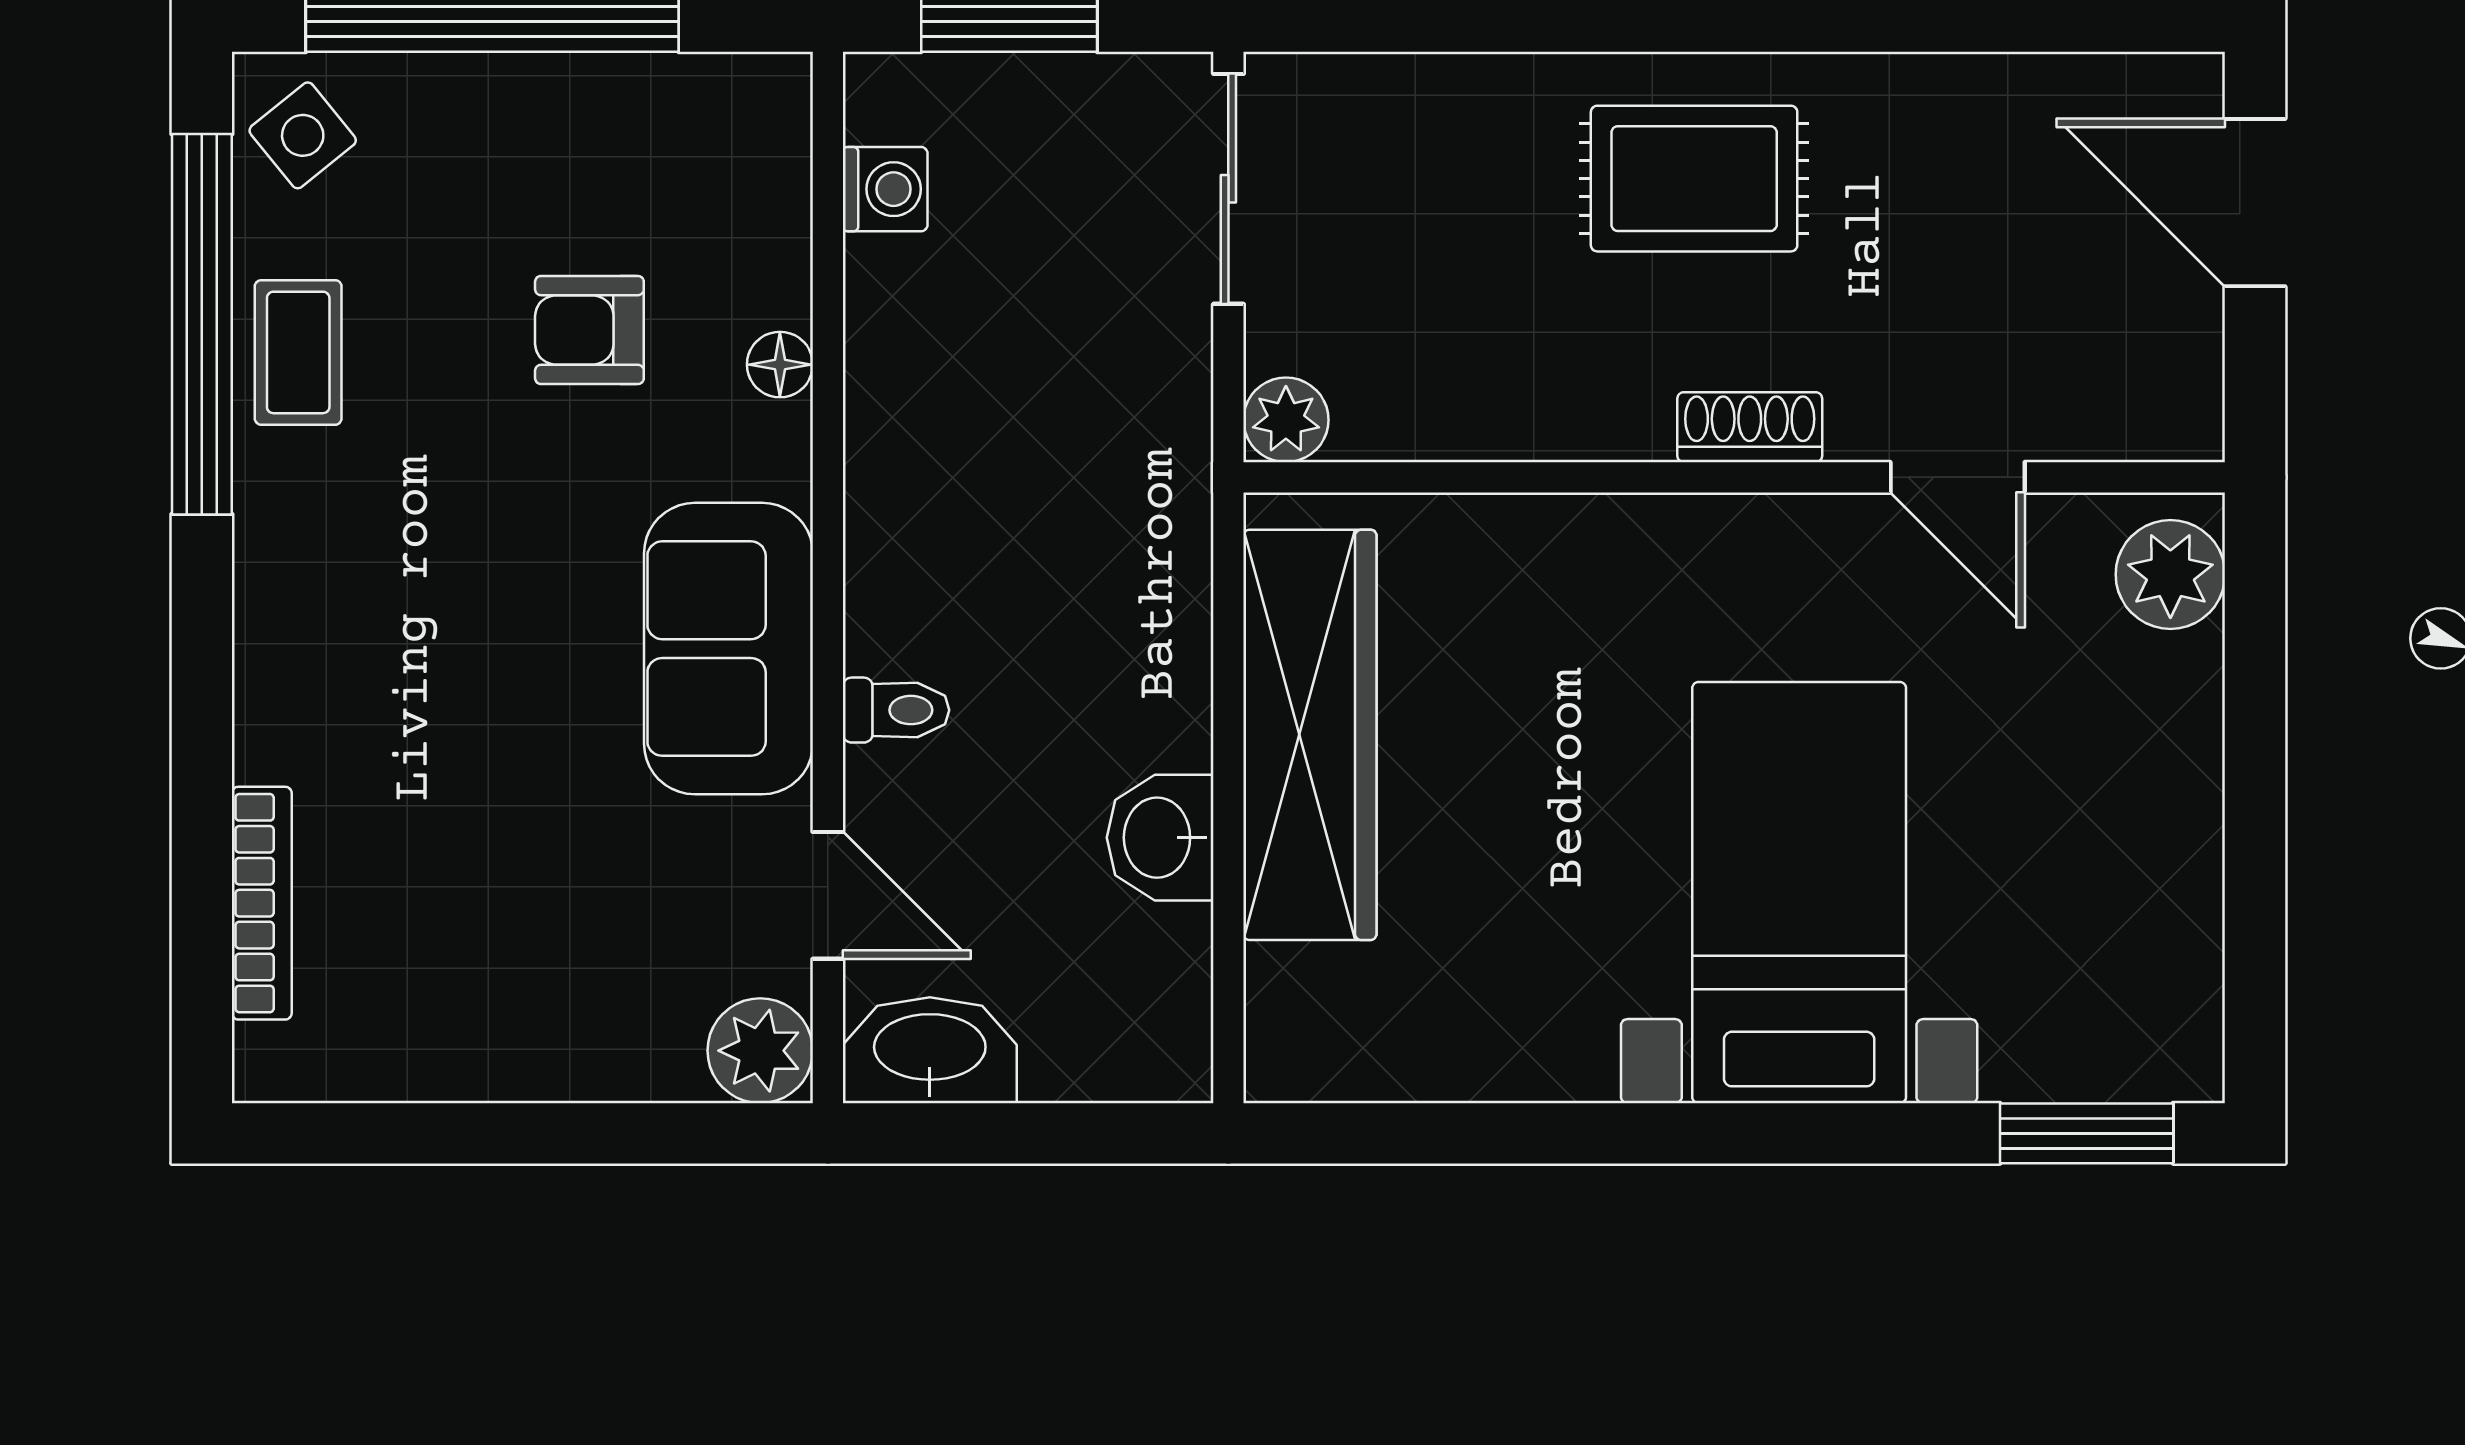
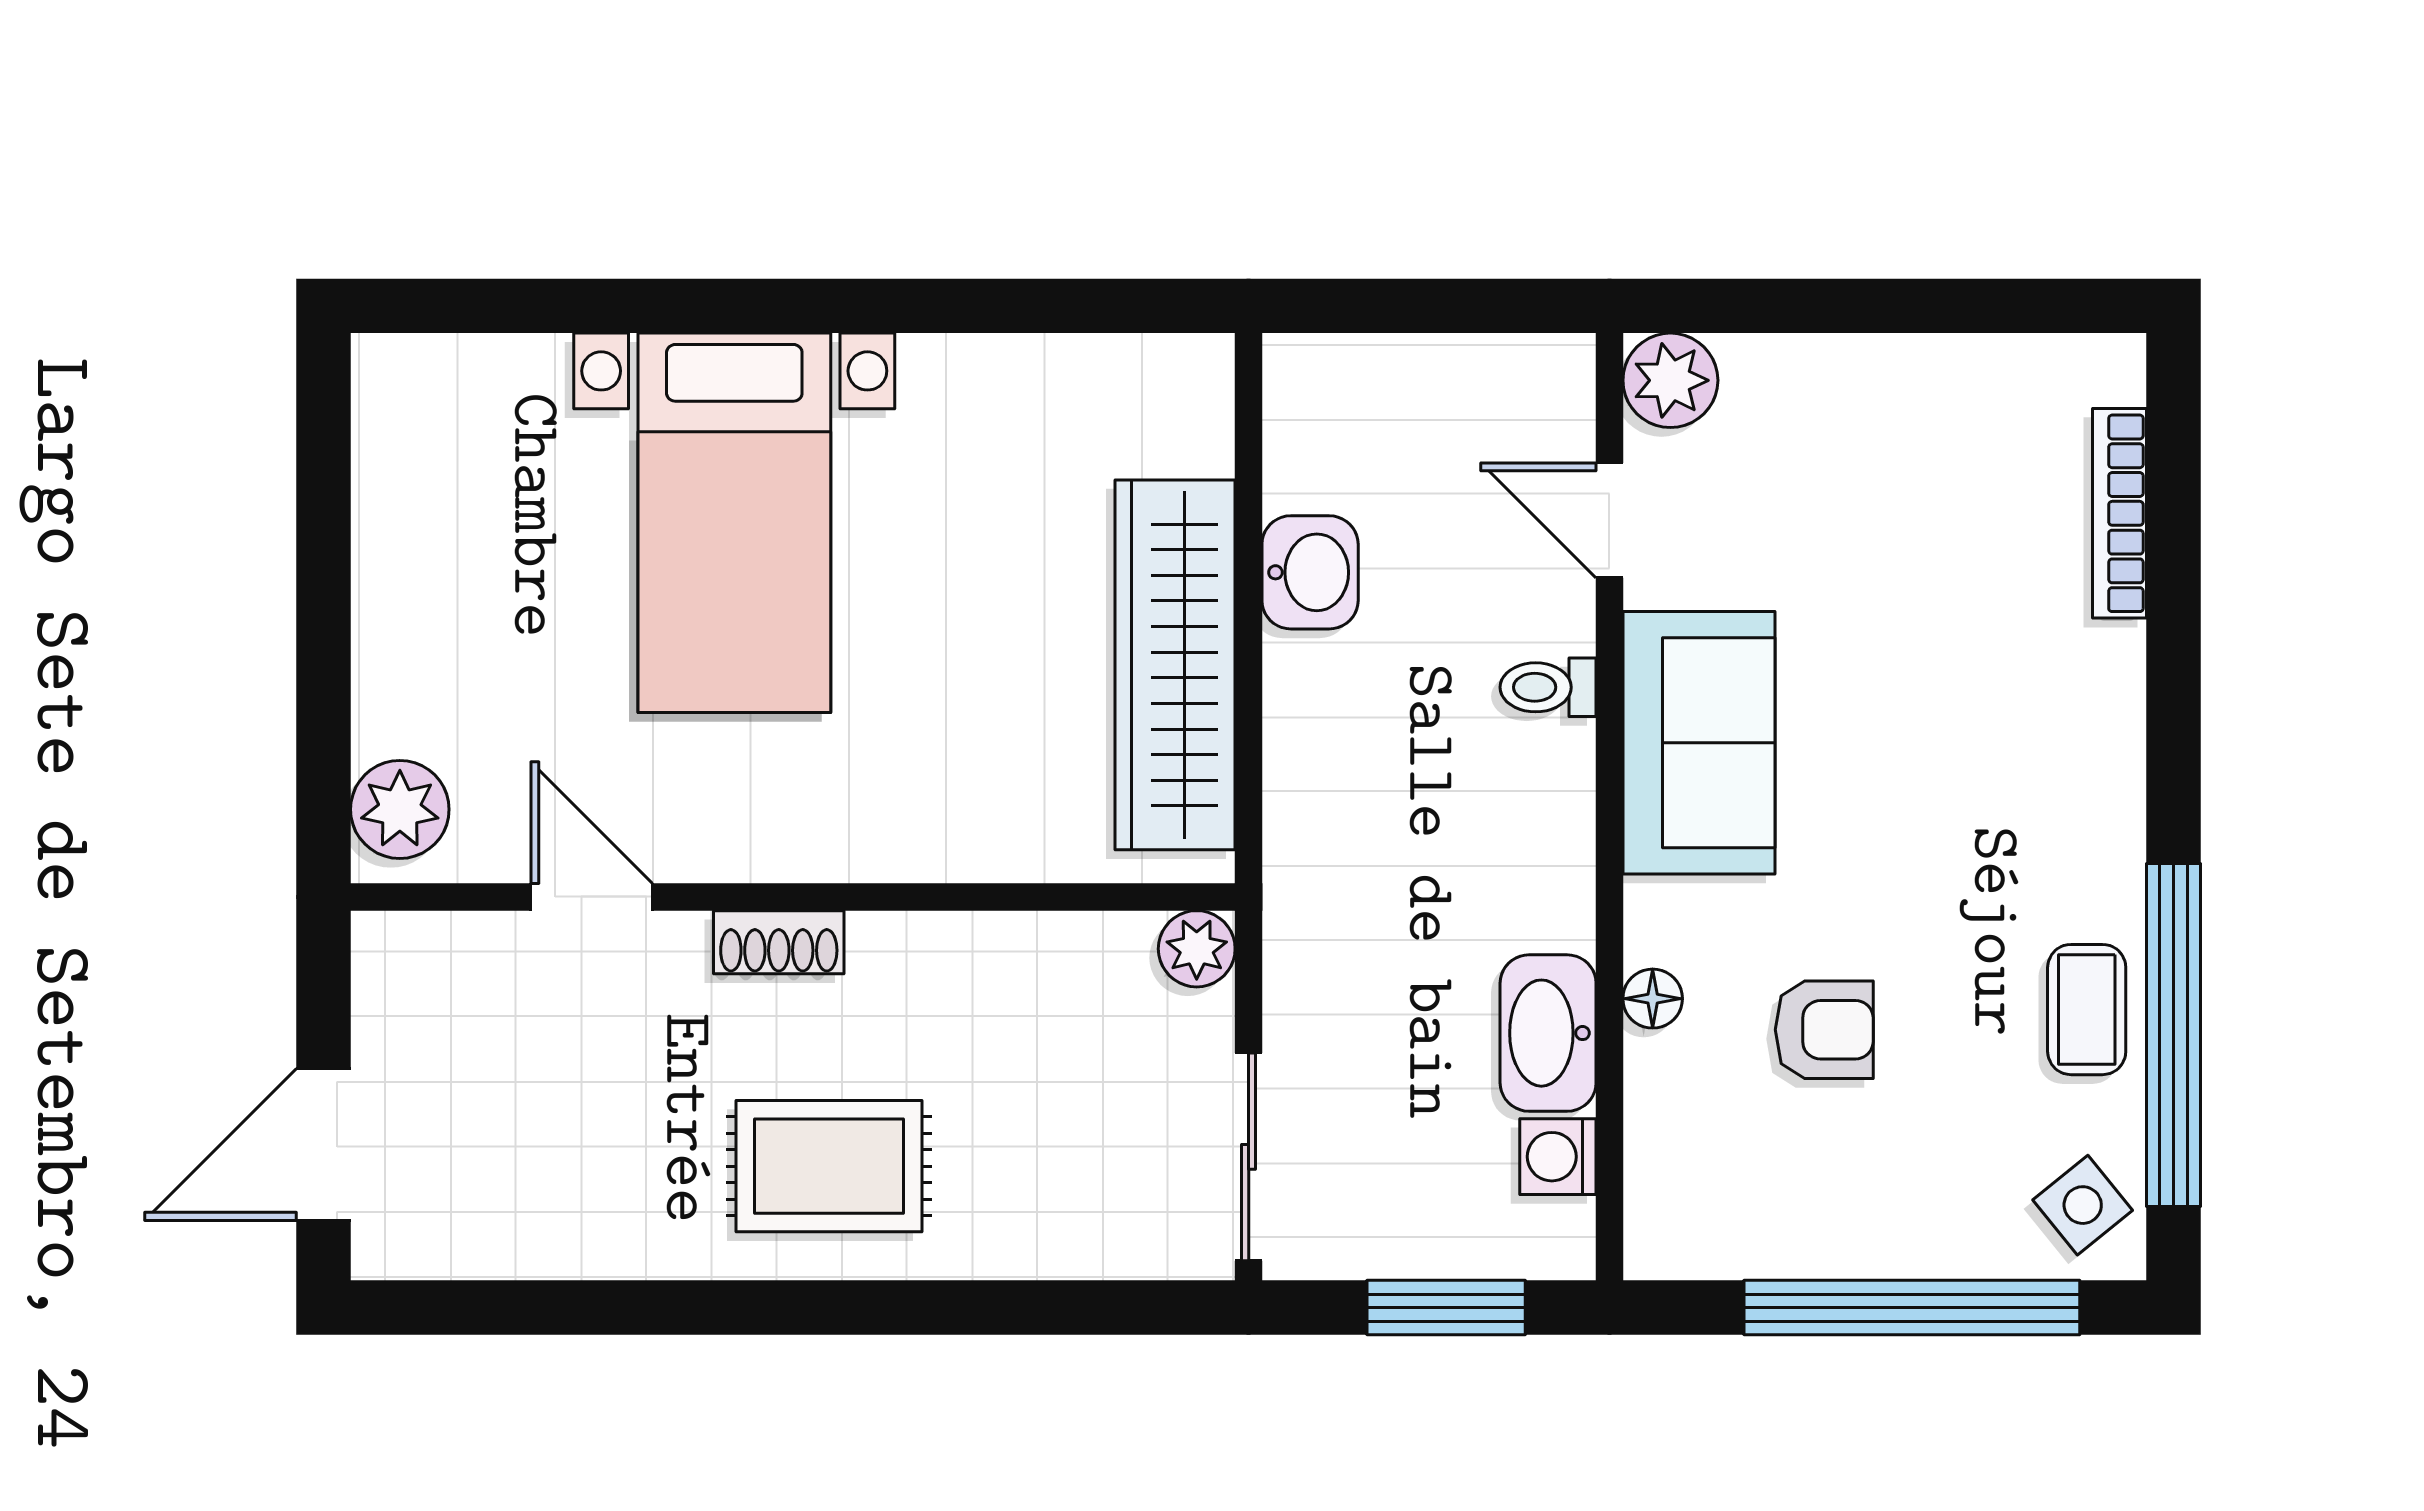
door: (2255, 203) -> (324, 1145), swing flipped
washbasin: (930, 1050) -> (1548, 1033), moved, turned 90
window: (2087, 1133) -> (475, 306), removed

